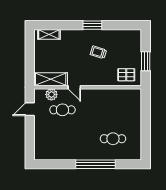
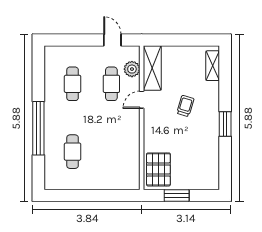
trolley: (98, 52) -> (185, 106), moved
pallet: (126, 75) -> (158, 169), width x1.50, depth x1.42
cafe table: (62, 139) -> (73, 84), added

